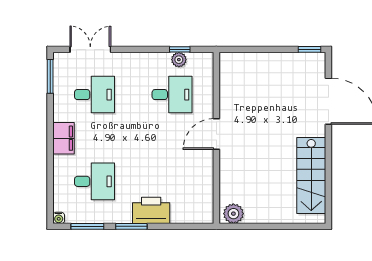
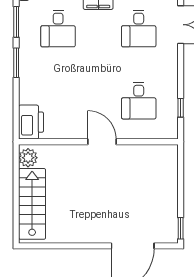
plant: (179, 60) -> (171, 107), removed
stairs: (311, 176) -> (32, 204), moved, turned 90
printer: (151, 210) -> (31, 122), moved

